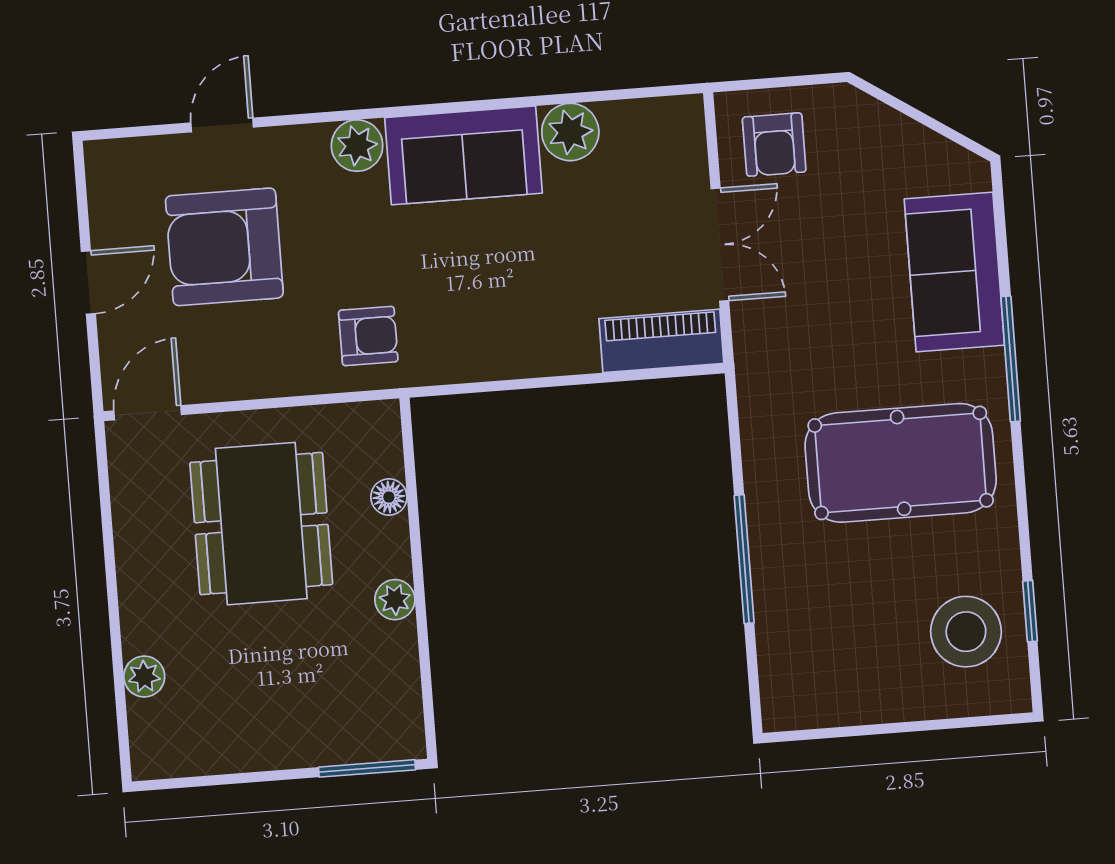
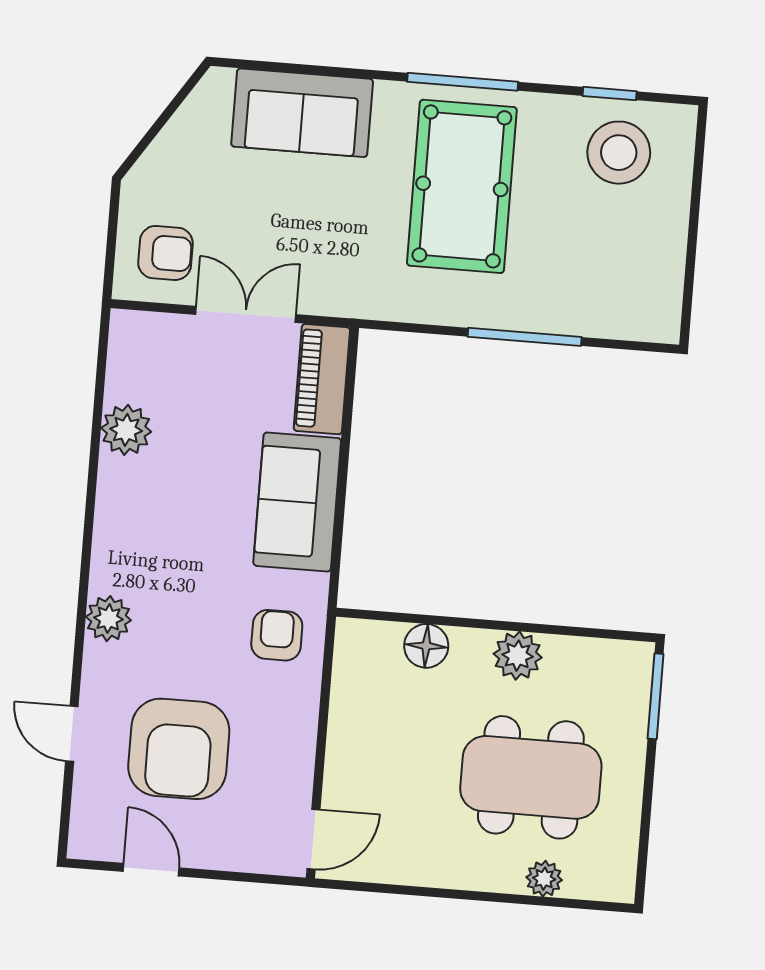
sofa: (463, 155) -> (297, 502), moved, turned 180
door: (88, 282) -> (151, 870), moved
window: (1011, 359) -> (463, 82), moved
door: (148, 413) -> (313, 839), swing flipped
floor lamp: (389, 497) -> (426, 646), width x1.37, depth x1.37
dining table: (261, 524) -> (531, 777), moved
plant: (395, 600) -> (518, 656), width x1.38, depth x1.38

